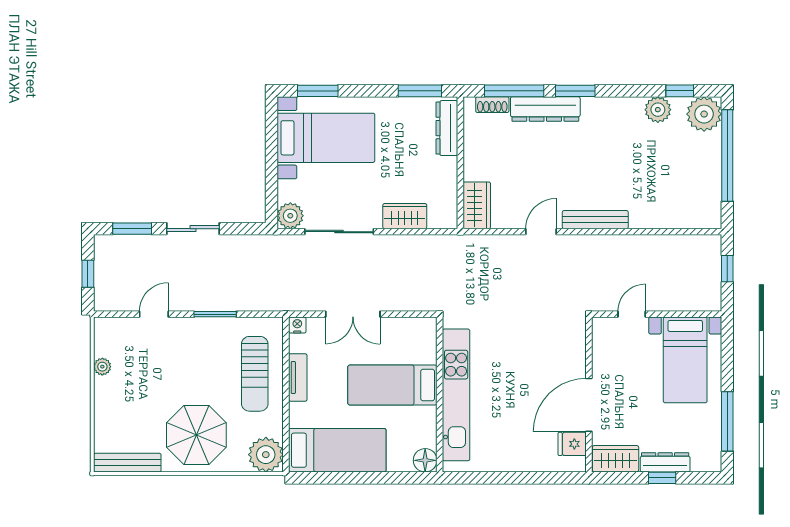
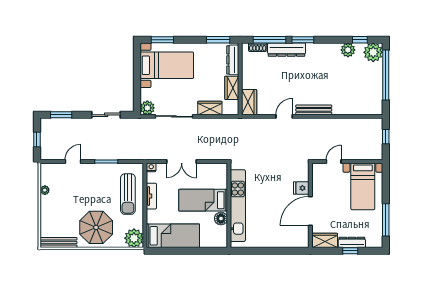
wardrobe: (445, 179) -> (232, 88), added
sliding door: (193, 229) -> (106, 115), moved
fridge: (572, 444) -> (301, 188), moved
floor lamp: (425, 460) -> (221, 219), moved

